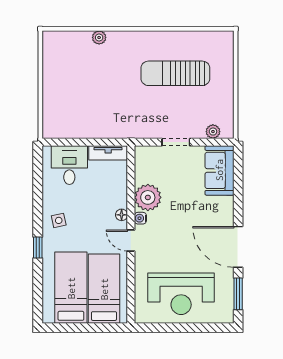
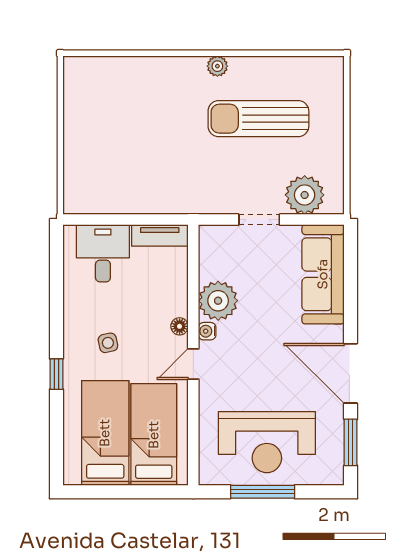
plant: (99, 37) -> (217, 66), moved
plant: (213, 132) -> (305, 195), width x1.87, depth x1.87
sofa: (219, 170) -> (323, 274), width x1.36
side table: (59, 220) -> (108, 343), moved
door: (131, 241) -> (193, 364), hinge flipped
window: (178, 328) -> (263, 492), added

